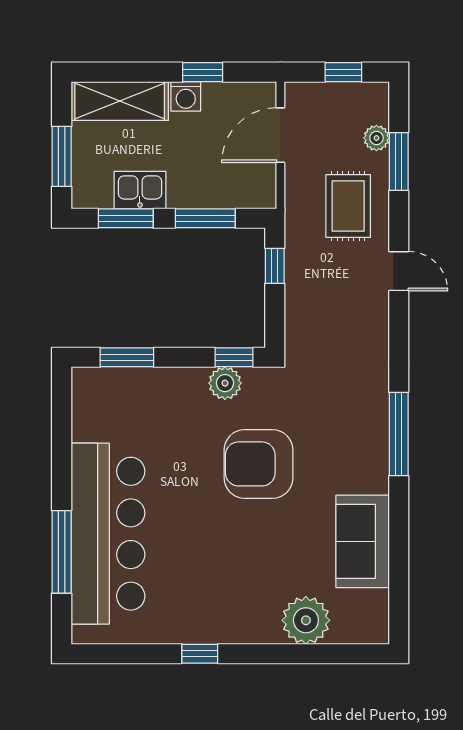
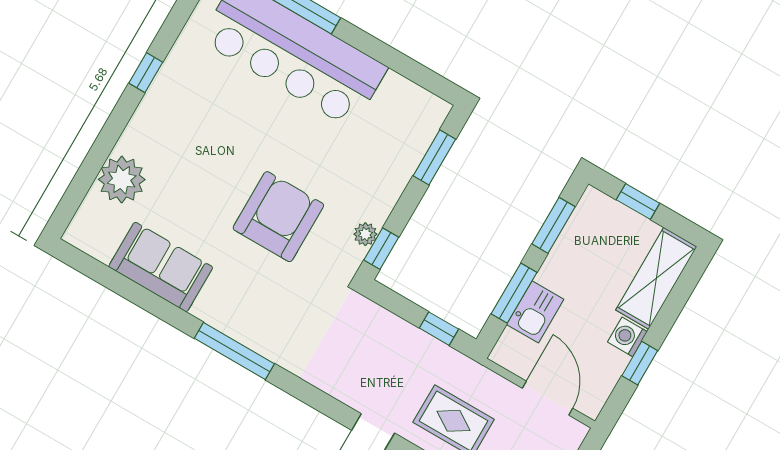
window: (62, 156) -> (638, 201), width x0.67
kitchen sink: (140, 190) -> (535, 312), moved
plant: (225, 383) -> (365, 234), width x0.73, depth x0.73

